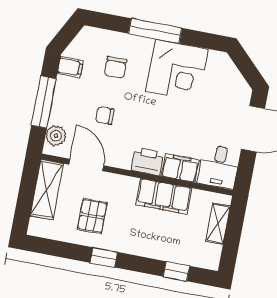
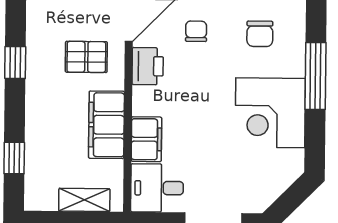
chair: (116, 67) -> (260, 34), turned -90
printer: (148, 161) -> (148, 66), moved
pallet: (92, 216) -> (86, 57), moved

